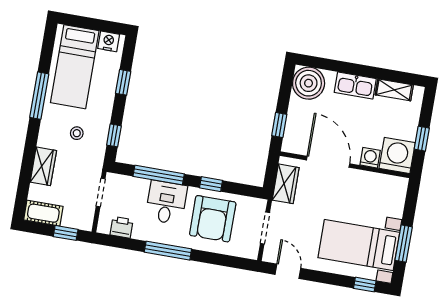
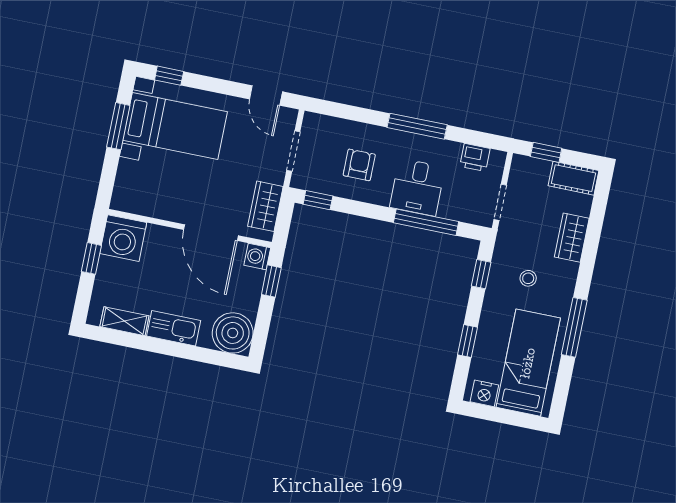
washing machine: (370, 158) -> (257, 257), moved, turned 90
window: (211, 184) -> (318, 200), moved
armchair: (213, 219) -> (359, 165), width x0.53, depth x0.53

